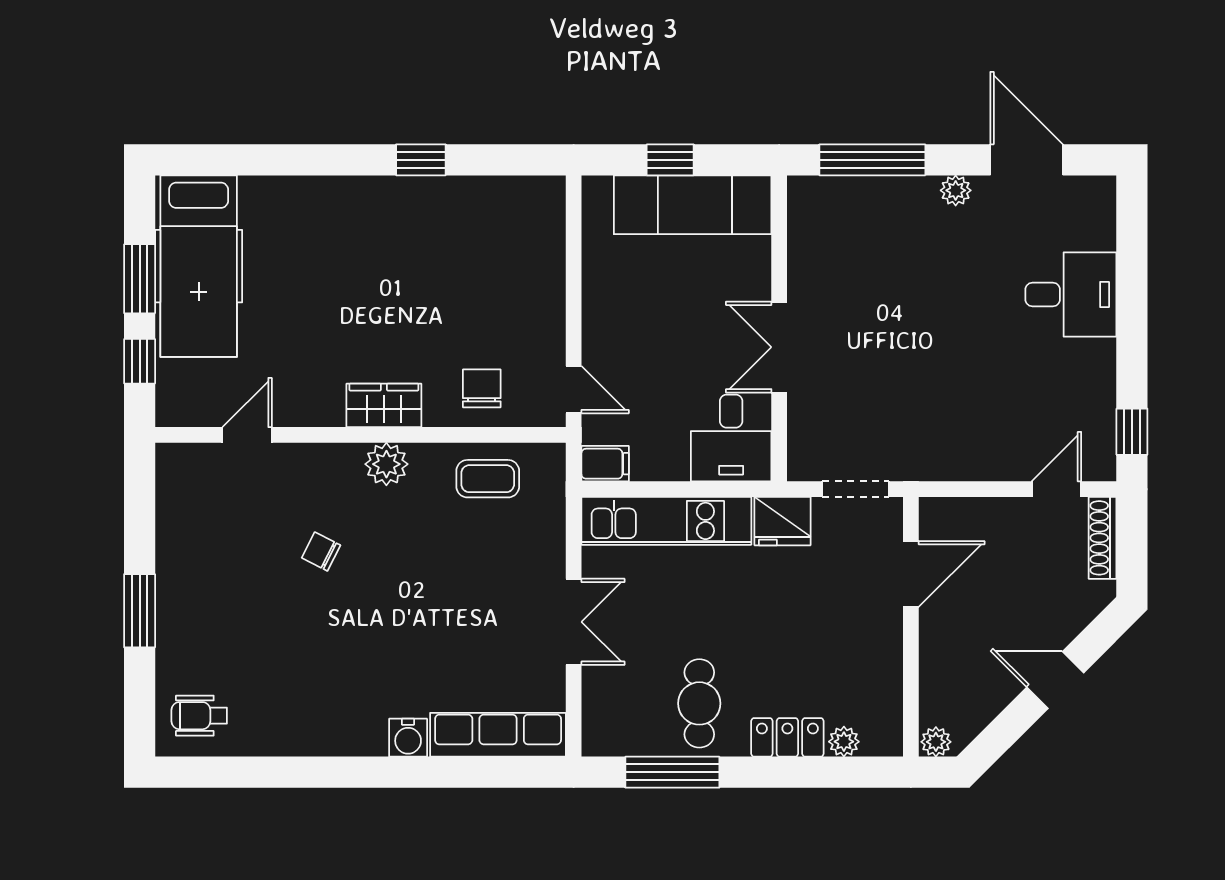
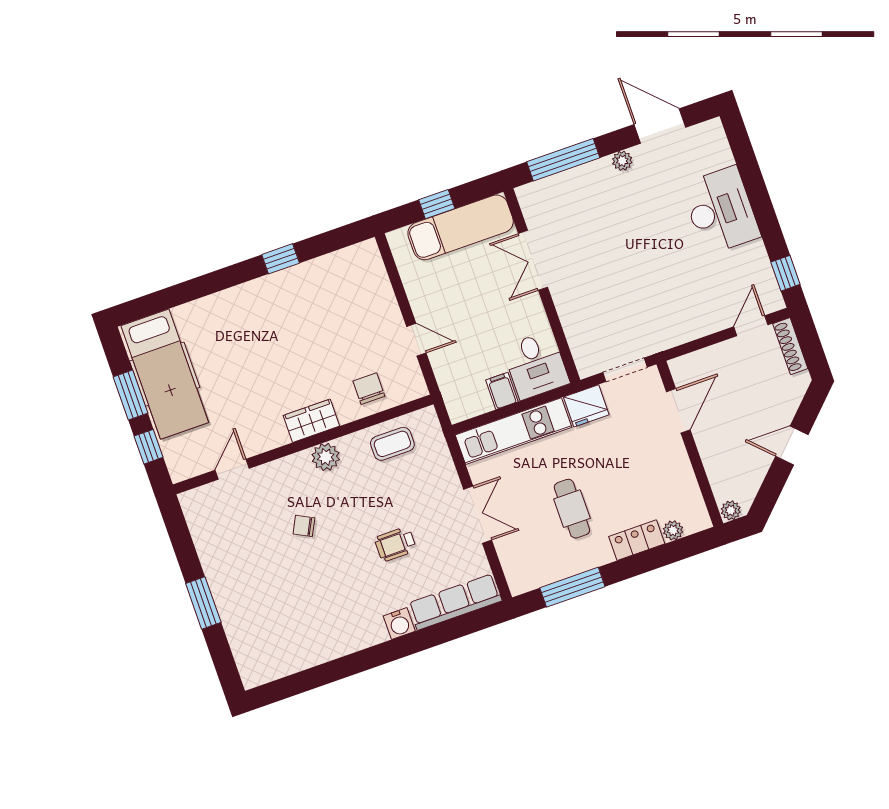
desk: (1071, 294) -> (721, 210), width x1.37
double door: (779, 347) -> (533, 260), moved
door: (574, 390) -> (416, 340), moved
filing cabinet: (605, 464) -> (502, 391), moved, turned -90
cafe table: (699, 703) -> (572, 509), moved
wheelchair: (199, 716) -> (395, 544), moved

